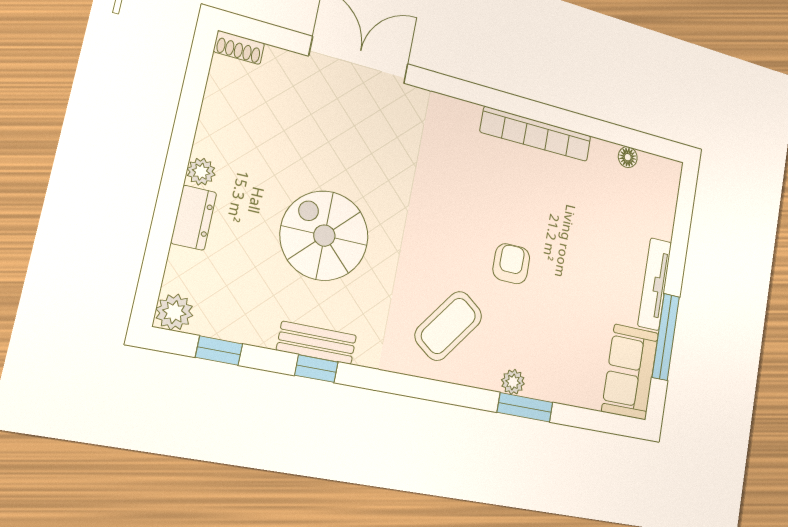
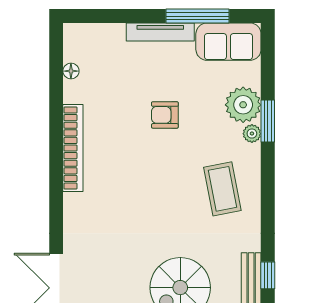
armchair: (511, 264) -> (165, 115), moved
coffee table: (448, 326) -> (222, 189), turned 42
plant: (551, 377) -> (243, 105), added

